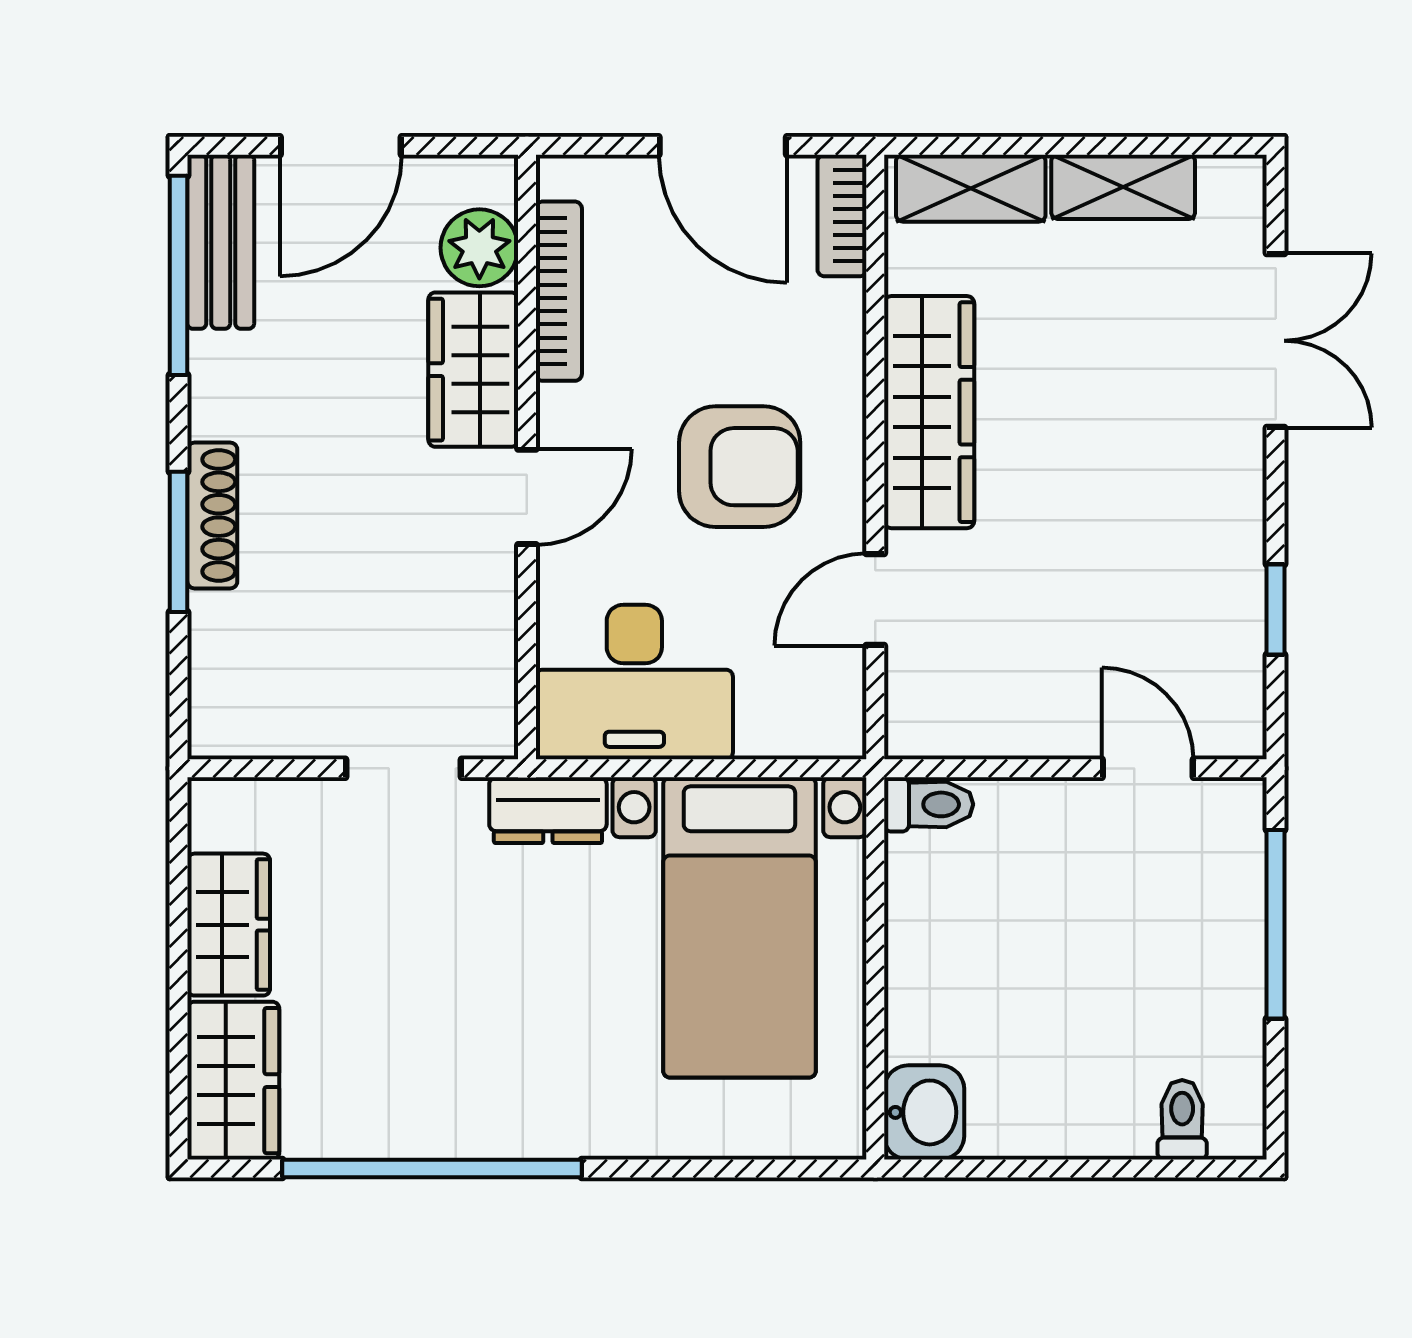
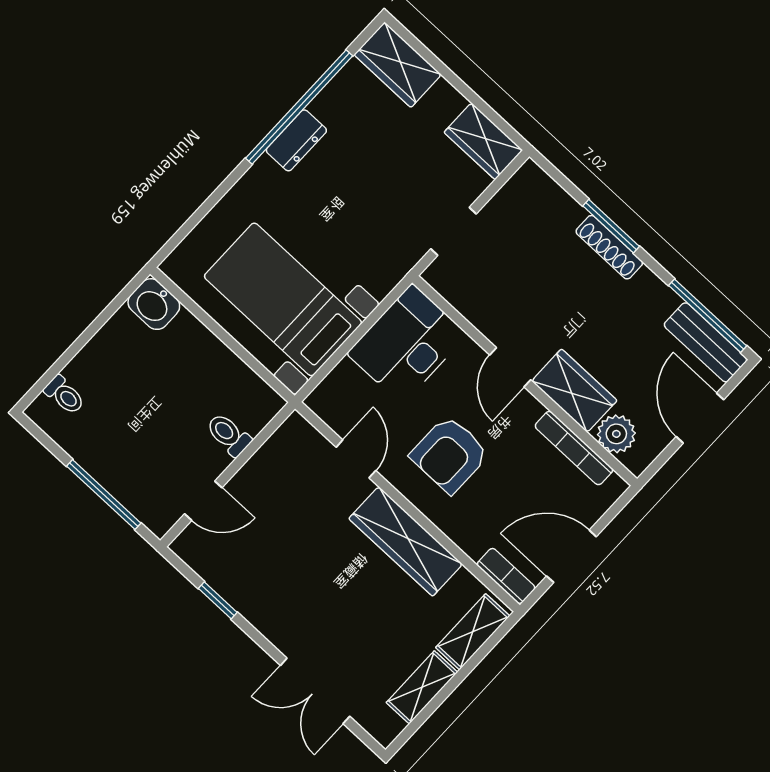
toilet: (929, 804) -> (229, 435), moved, turned 90
dresser: (548, 810) -> (296, 140), moved, turned 180
wardrobe: (229, 925) -> (483, 141), moved

